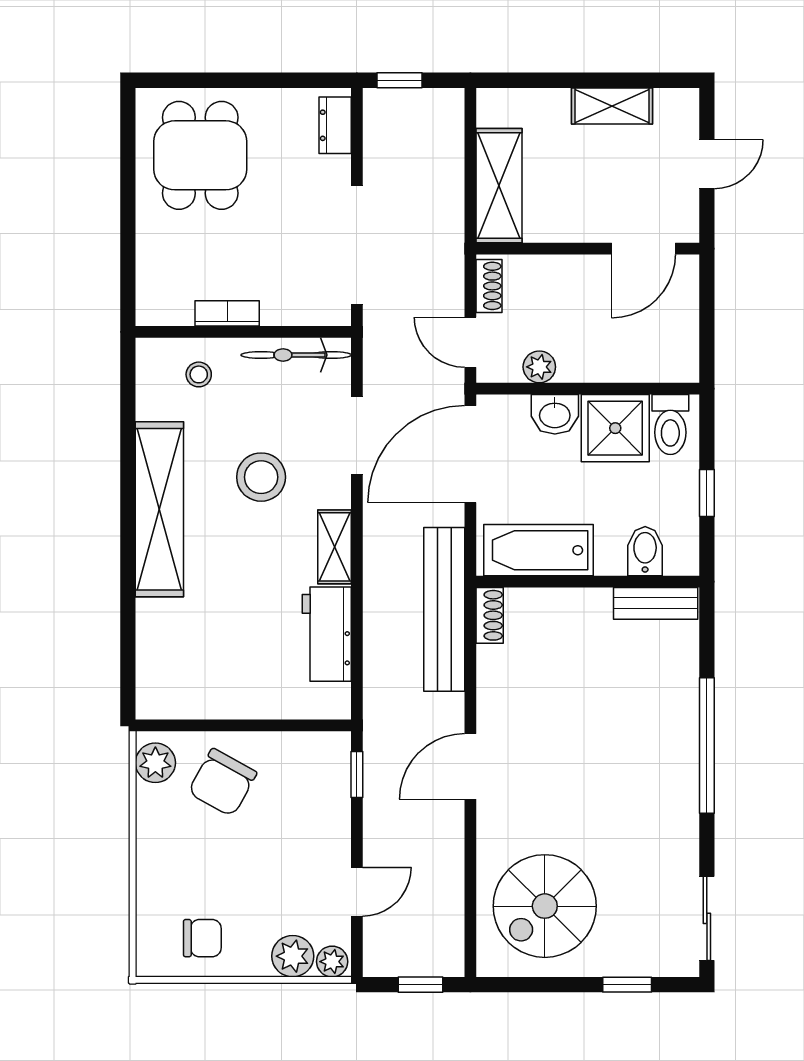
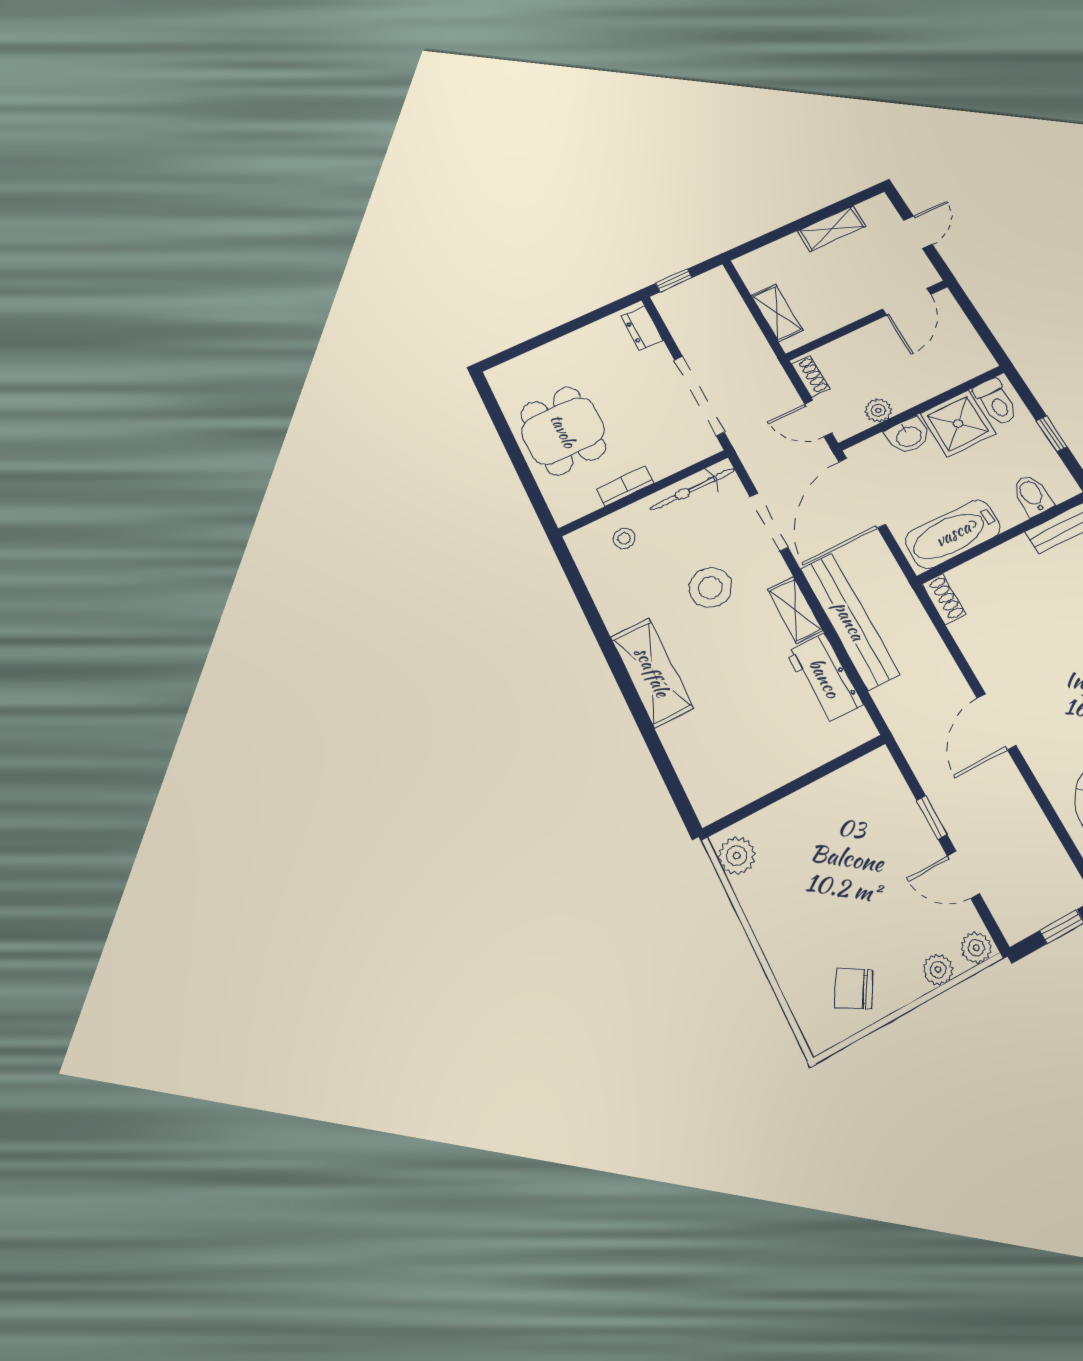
dining table: (200, 155) -> (563, 431), moved
shelving: (499, 186) -> (777, 313), width x0.67, depth x0.75
shelving: (159, 509) -> (652, 672), width x0.68
bench: (444, 609) -> (849, 621), moved
window: (357, 774) -> (932, 817), moved
chair: (222, 782) -> (802, 842), removed
door: (357, 892) -> (963, 875), swing flipped
chair: (202, 938) -> (854, 989), turned -149
plant: (293, 956) -> (938, 970), width x0.73, depth x0.73

